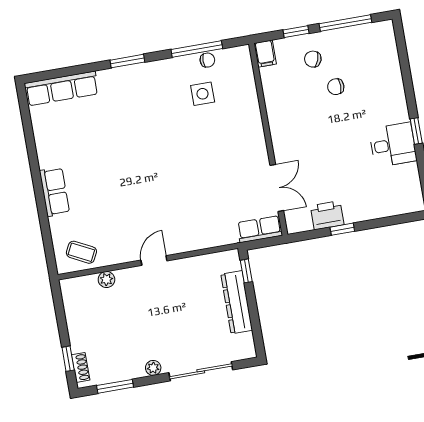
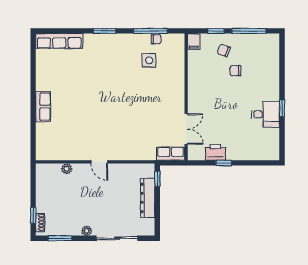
coffee table: (81, 252) -> (54, 148), removed
door: (154, 260) -> (99, 162), swing flipped

